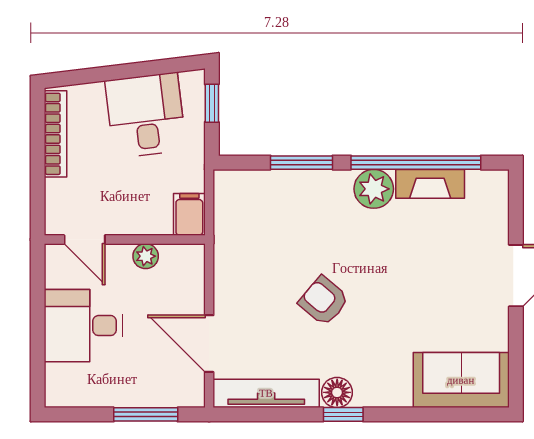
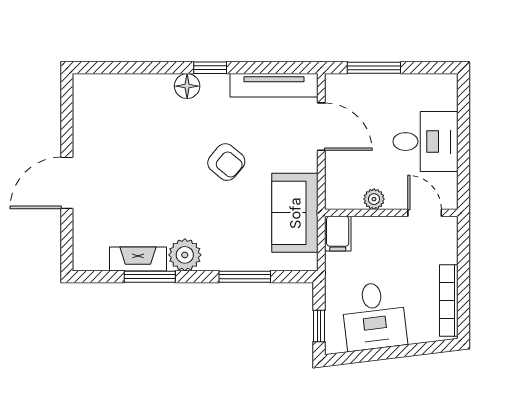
window: (416, 163) -> (150, 277), width x0.47
sofa: (461, 380) -> (295, 213), moved, turned 90
floor lamp: (337, 392) -> (187, 86), moved

